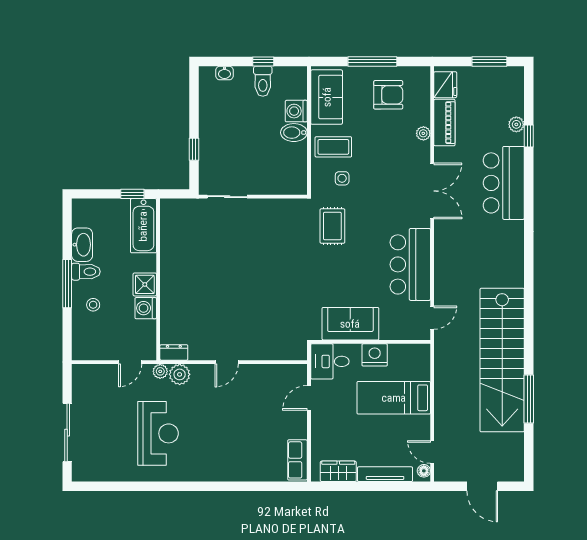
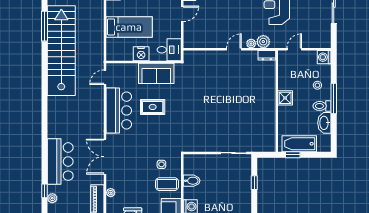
bidet: (294, 133) -> (192, 181), moved
bathtub: (143, 226) -> (299, 144), moved, turned -90
rug: (332, 226) -> (153, 107), moved, turned 90
washing machine: (146, 308) -> (324, 57), moved, turned 180
plant: (160, 371) -> (251, 44), moved
door: (309, 398) -> (182, 14), moved

